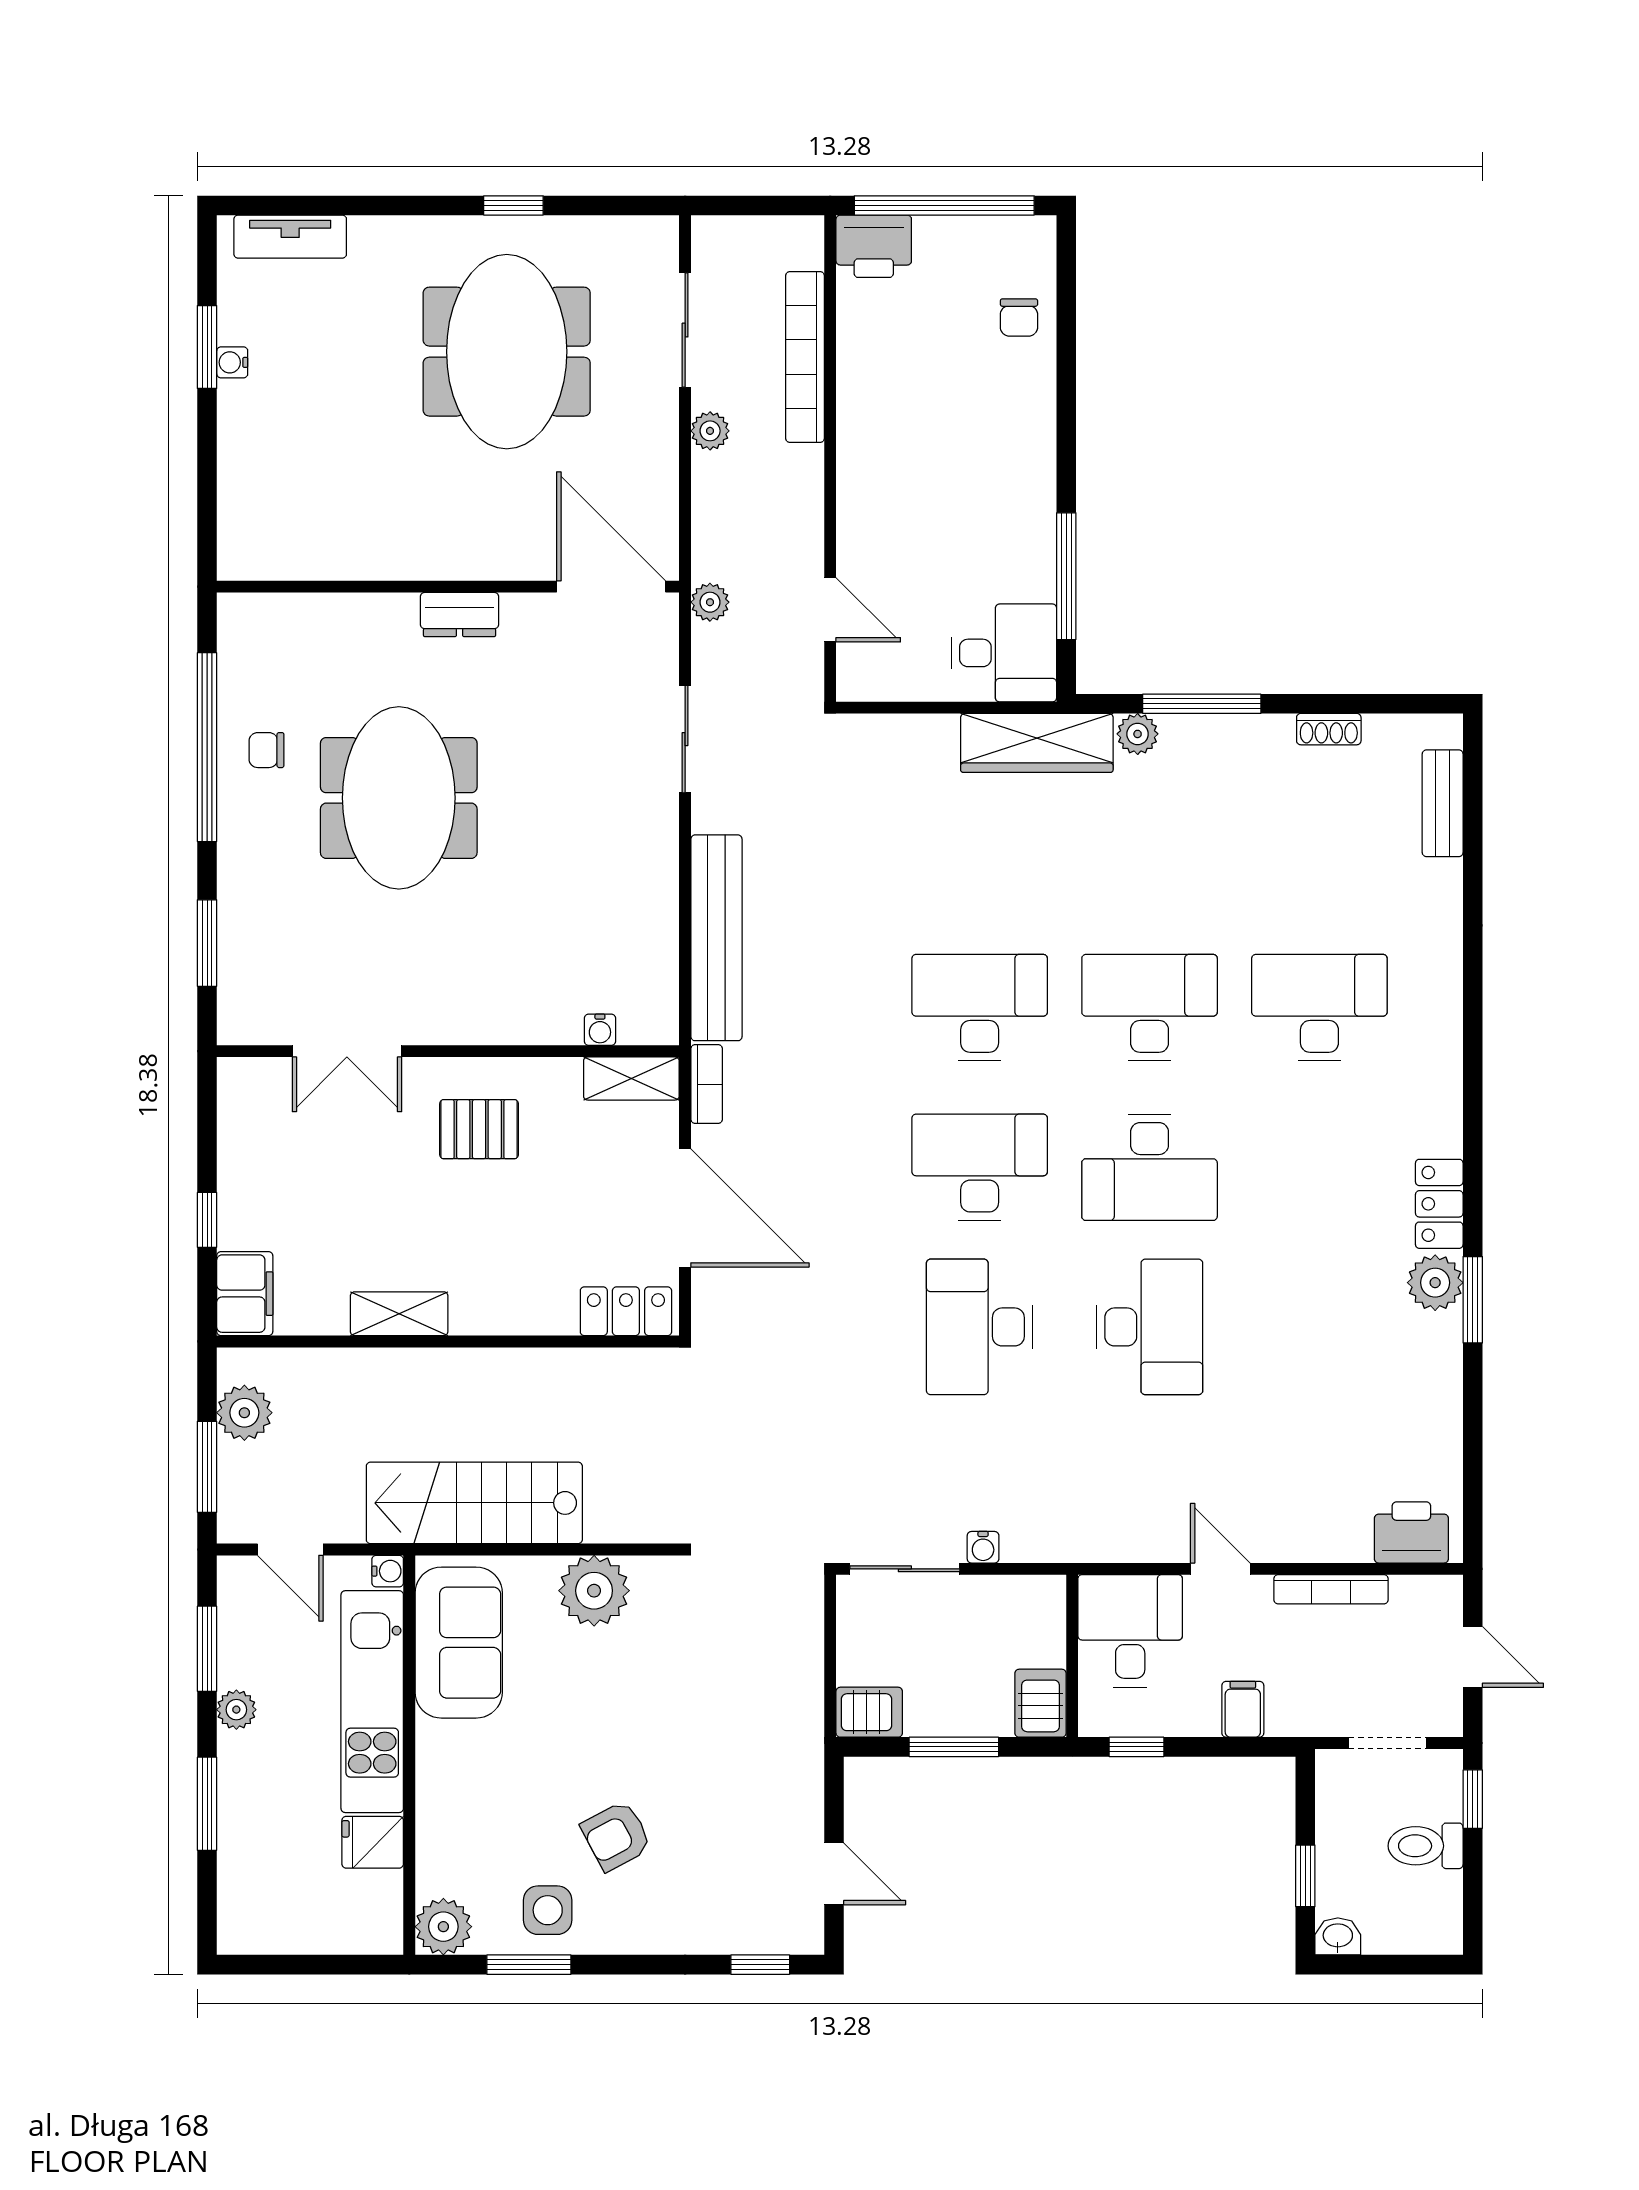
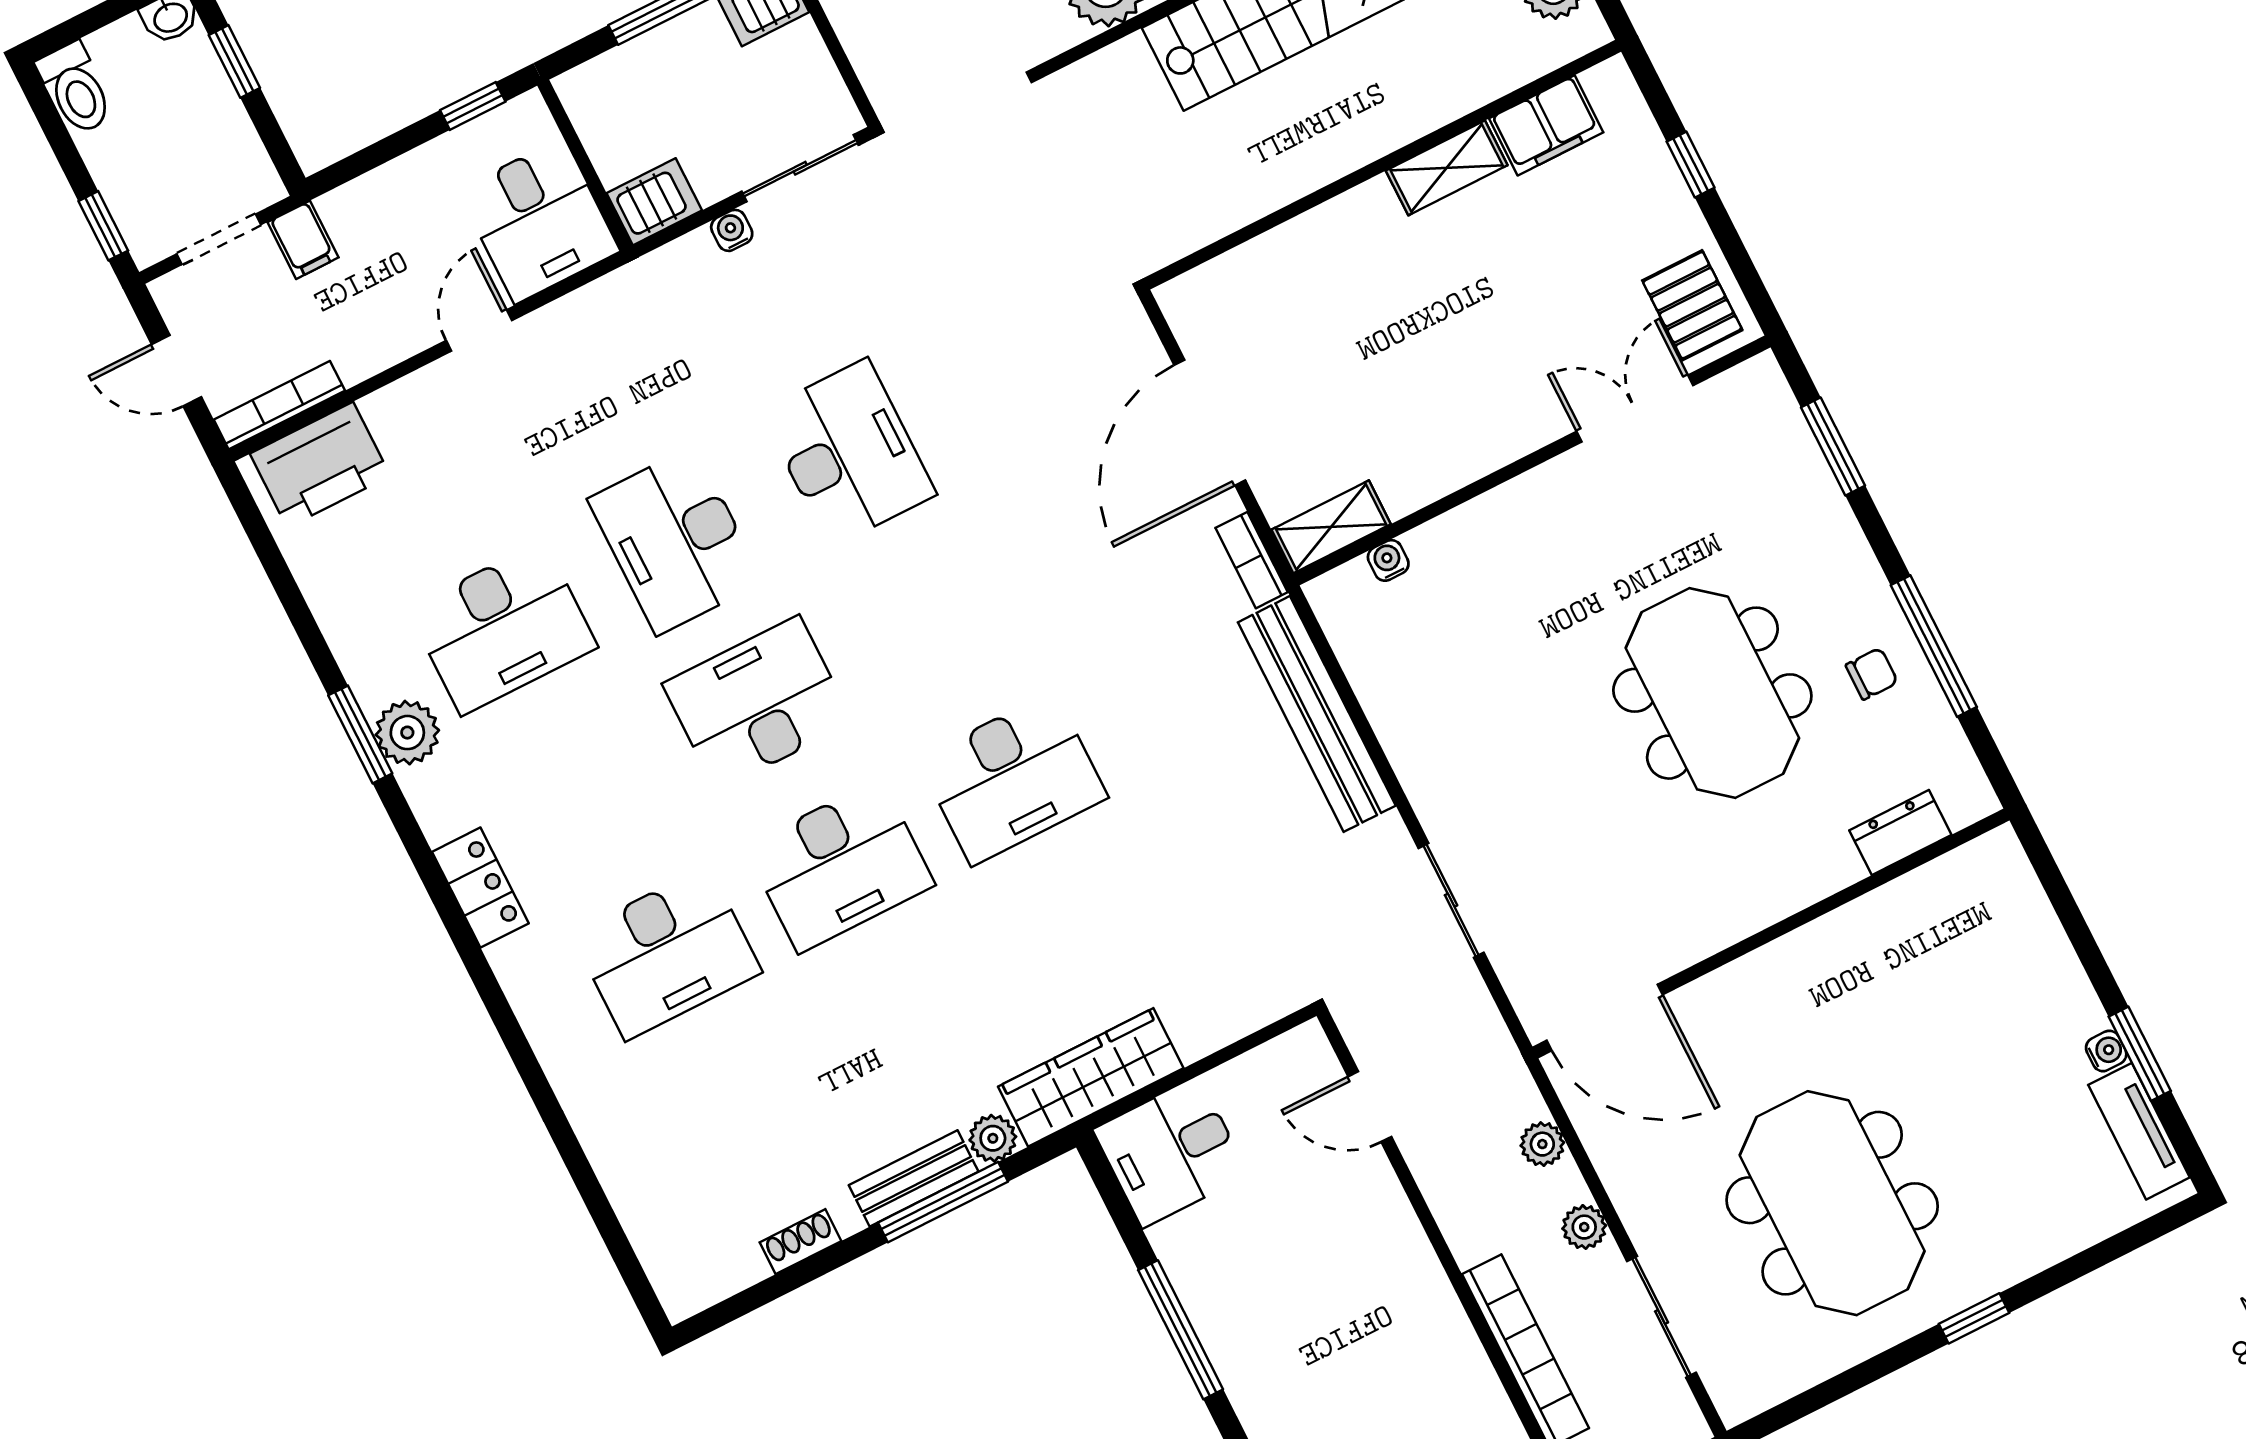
window: (513, 205) -> (1974, 1318), moved
tv unit: (290, 237) -> (2139, 1131), moved, turned -90
window: (1066, 576) -> (1181, 1330), moved
plant: (710, 602) -> (1542, 1144), moved
dresser: (460, 615) -> (1900, 833), moved
window: (207, 747) -> (1934, 646), width x0.68
bench: (1443, 803) -> (914, 1178), moved, turned 90
pallet: (479, 1129) -> (1692, 305), moved, turned 90
desk: (980, 1167) -> (502, 628), moved
locker: (1439, 1204) -> (480, 888), moved
door: (685, 1208) -> (1210, 423), hinge flipped
filing cabinet: (245, 1294) -> (1546, 125), moved, turned -90
locker: (626, 1311) -> (1217, 287), removed
printer: (1411, 1532) -> (320, 465), width x1.37, depth x1.19
door: (1220, 1569) -> (479, 330), swing flipped
bookcase: (1331, 1589) -> (279, 405), moved
server rack: (1041, 1703) -> (654, 202), moved, turned -90
filing cabinet: (1243, 1709) -> (303, 240), moved
toilet: (1426, 1846) -> (76, 89), moved, turned 90

